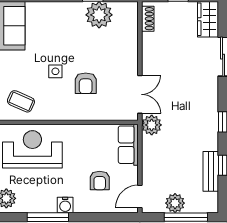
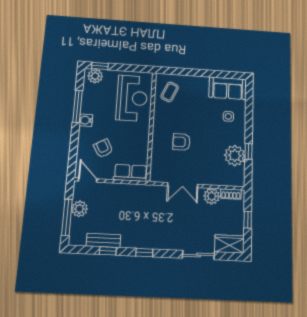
side table: (55, 71) -> (228, 116), moved
double door: (140, 94) -> (183, 185), moved
plant: (152, 125) -> (212, 196), moved
armchair: (100, 181) -> (103, 148), turned 61

